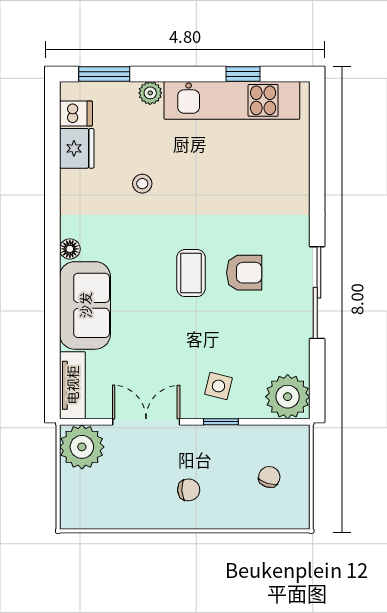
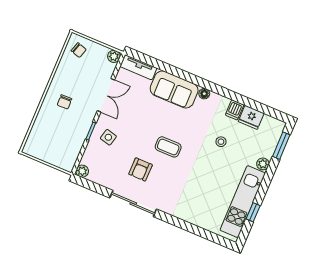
dishwasher: (76, 113) -> (235, 110), moved
armchair: (244, 273) -> (140, 169), moved
plant: (288, 397) -> (82, 171), width x0.53, depth x0.53
plant: (82, 447) -> (114, 56), width x0.53, depth x0.53
chair: (269, 477) -> (79, 50), moved

